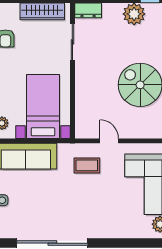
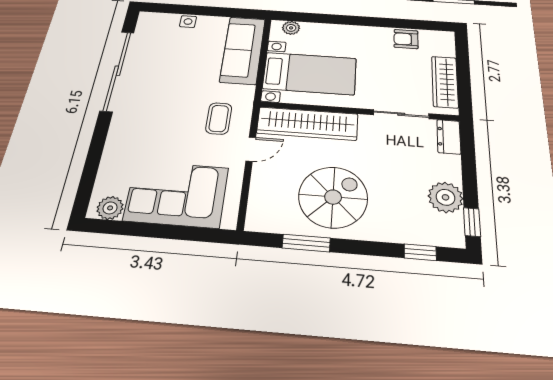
wardrobe: (86, 105) -> (307, 124), added

